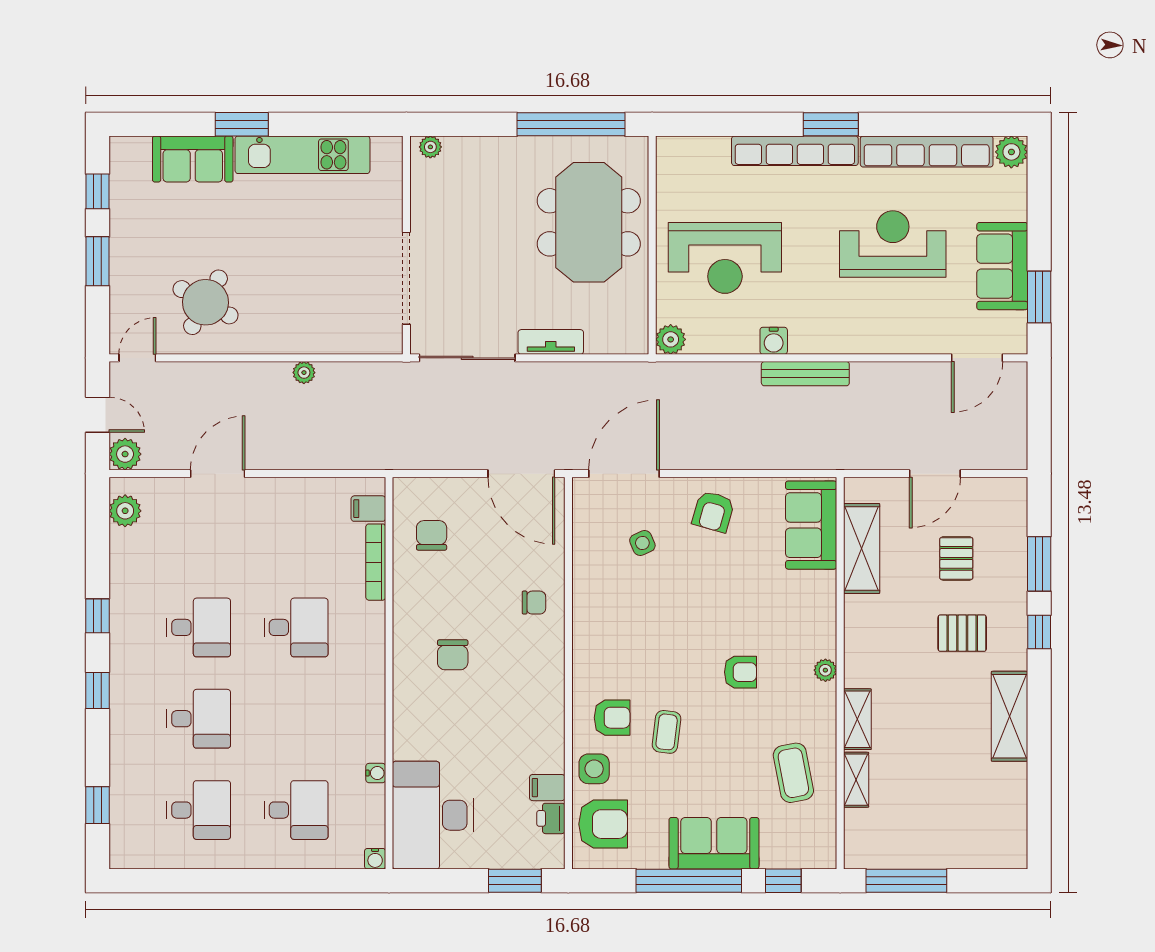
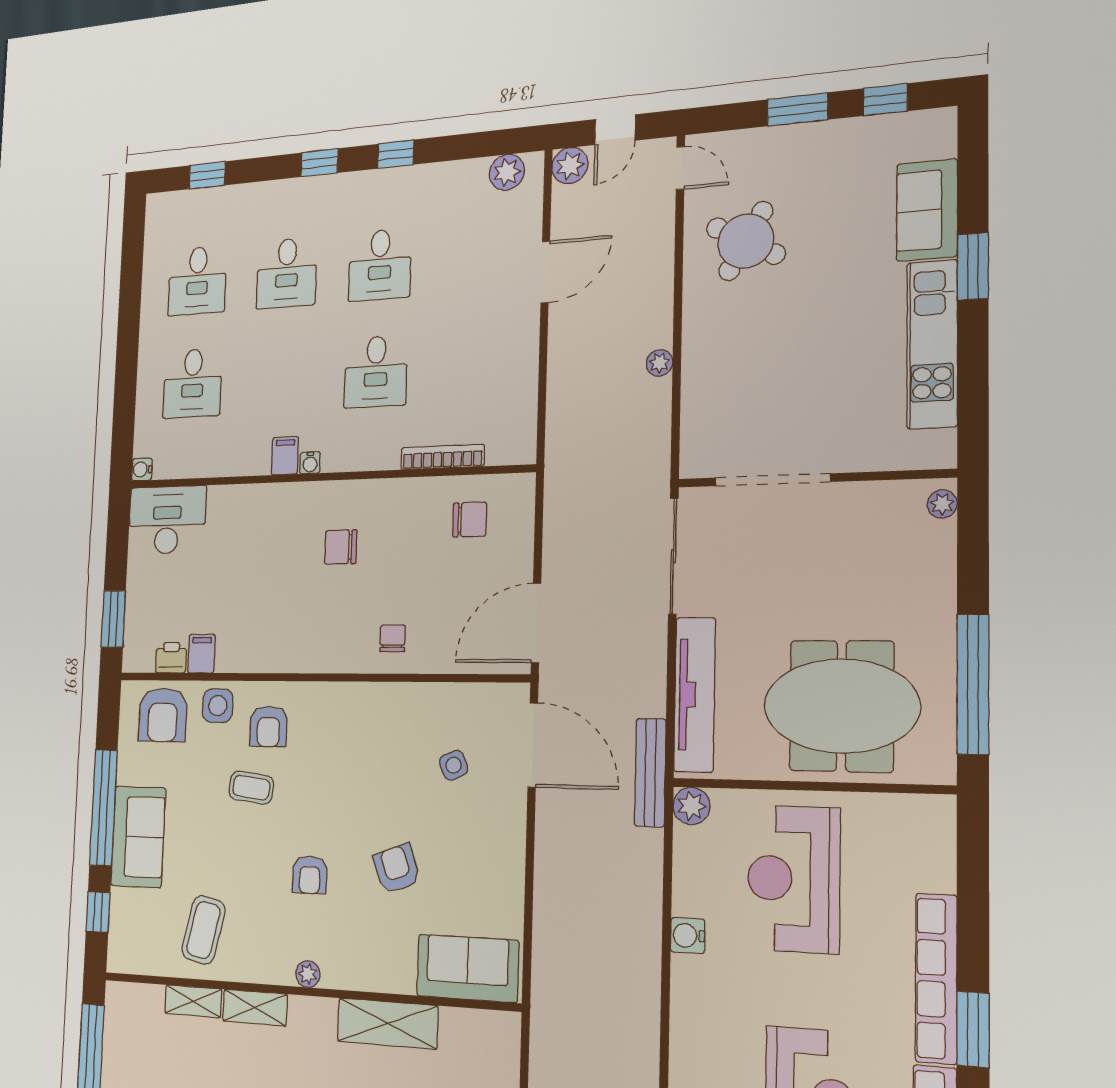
tv unit: (551, 342) -> (695, 695), width x1.92, depth x1.29
bench: (805, 374) -> (650, 773), moved
door: (218, 474) -> (545, 272), hinge flipped
filing cabinet: (368, 509) -> (285, 456), moved
armchair: (713, 512) -> (397, 869), moved, turned 54
shelving: (862, 548) -> (387, 1023), moved
chair: (534, 603) -> (393, 638), turned 180
water cooler: (376, 773) -> (310, 463), moved
coffee table: (793, 773) -> (203, 930), turned -66
desk: (433, 815) -> (167, 520), width x0.73, depth x0.77

